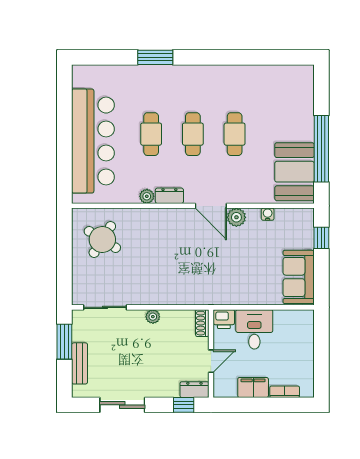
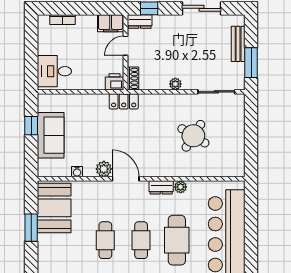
cafe table: (151, 134) -> (177, 240), width x1.37, depth x1.35
window: (321, 149) -> (31, 228), width x0.47
window: (321, 238) -> (31, 126), moved
round table: (102, 239) -> (193, 136), moved
sofa: (299, 277) -> (51, 135), moved
locker: (213, 296) -> (124, 101), added
desk: (254, 329) -> (54, 71), moved, turned 90
filing cabinet: (253, 388) -> (111, 23), moved

